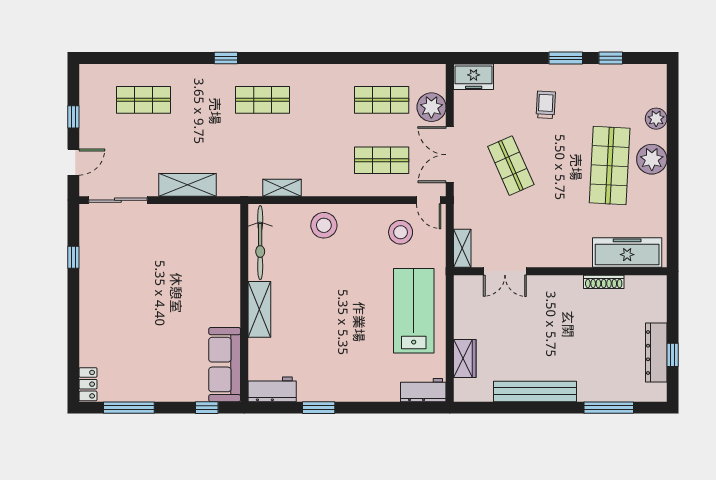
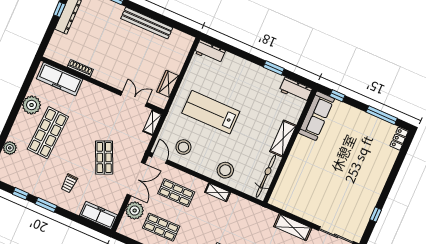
freezer: (474, 77) -> (99, 215), width x1.40
plant: (652, 159) -> (32, 105), moved
shelving: (282, 188) -> (218, 192), moved
lab bench: (414, 311) -> (211, 112), moved, turned 90
wardrobe: (465, 359) -> (168, 84), moved

